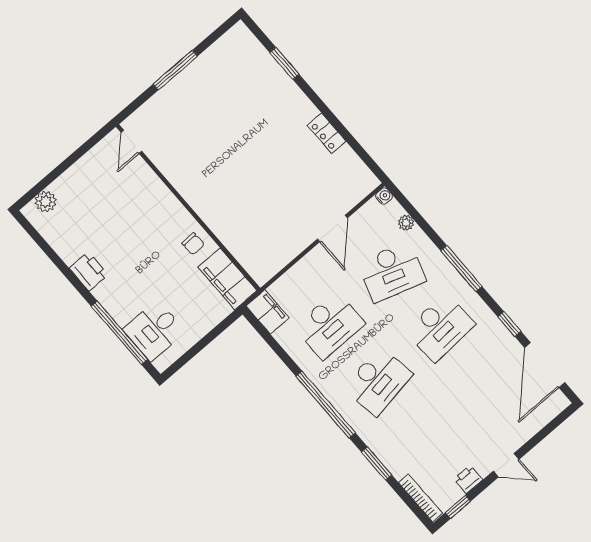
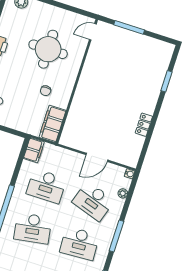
door: (131, 142) -> (93, 32), moved
round table: (136, 204) -> (48, 49), added
wall: (188, 207) -> (77, 81), moved
filing cabinet: (228, 279) -> (52, 124), moved

